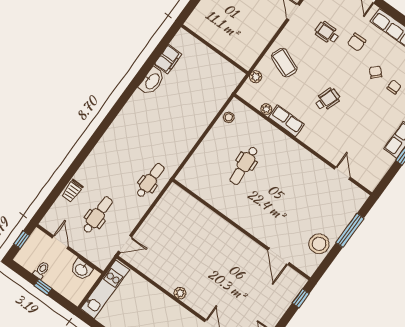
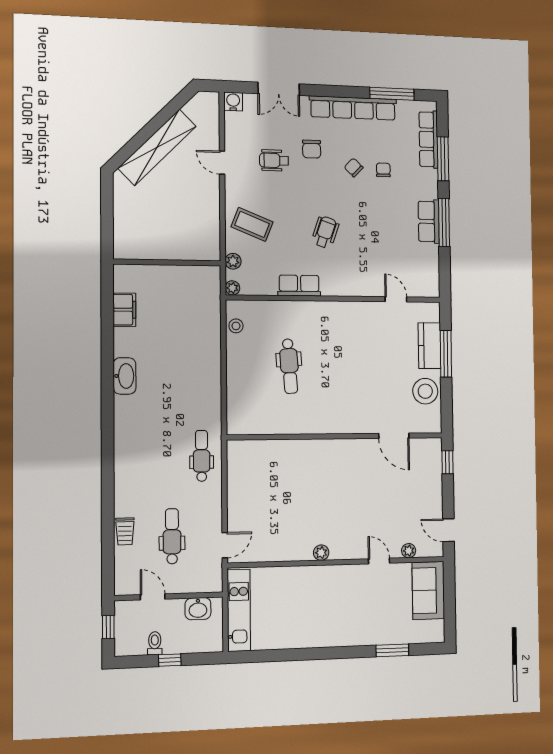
washbasin: (152, 81) -> (125, 376), moved
plant: (266, 109) -> (232, 288), moved
kitchen counter: (343, 218) -> (430, 346), added

